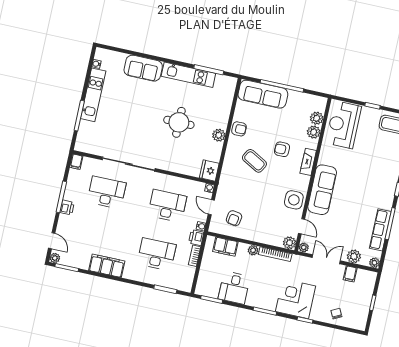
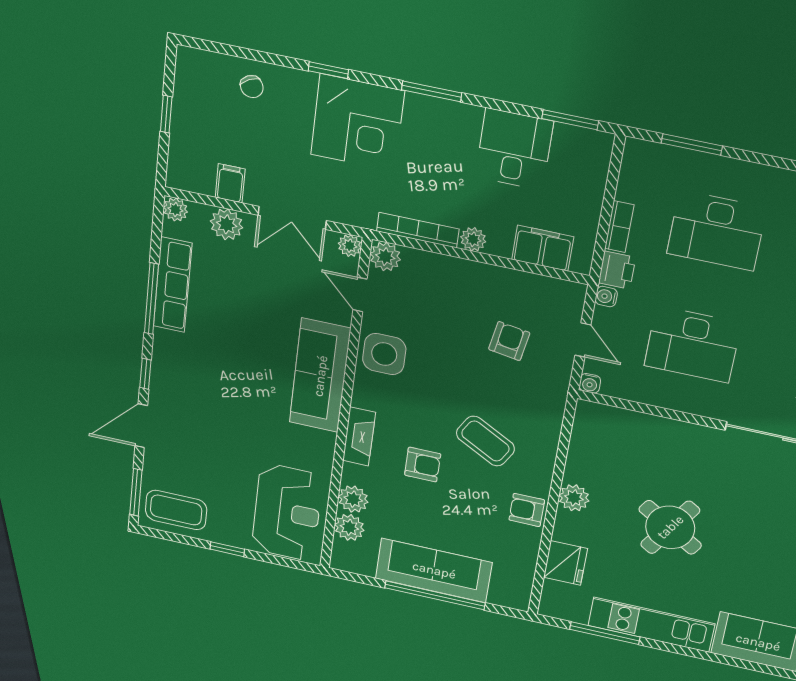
sofa: (263, 94) -> (434, 570), moved
round table: (179, 122) -> (670, 527), turned 32
fridge: (209, 170) -> (565, 563), moved
armchair: (234, 218) -> (509, 341), moved

